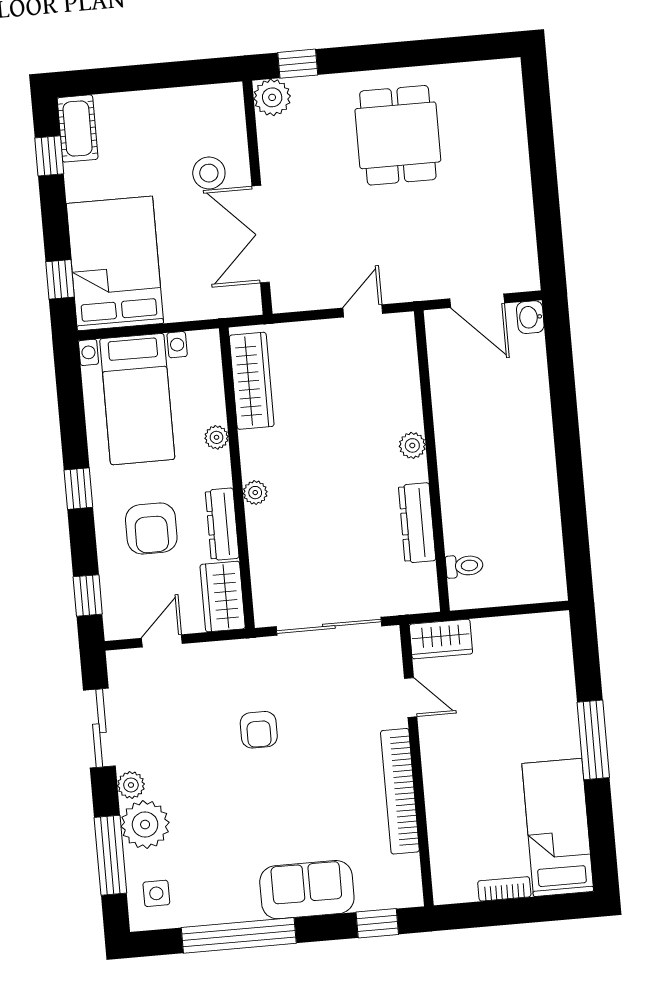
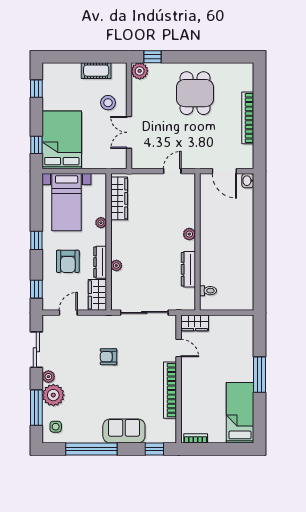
cot: (78, 128) -> (96, 71), moved, turned 90
bookcase: (518, 180) -> (248, 118), added
double door: (261, 234) -> (129, 132), width x0.73
plant: (255, 493) -> (116, 266), moved
armchair: (259, 730) -> (108, 357), turned 90
bookcase: (504, 889) -> (196, 438), moved

